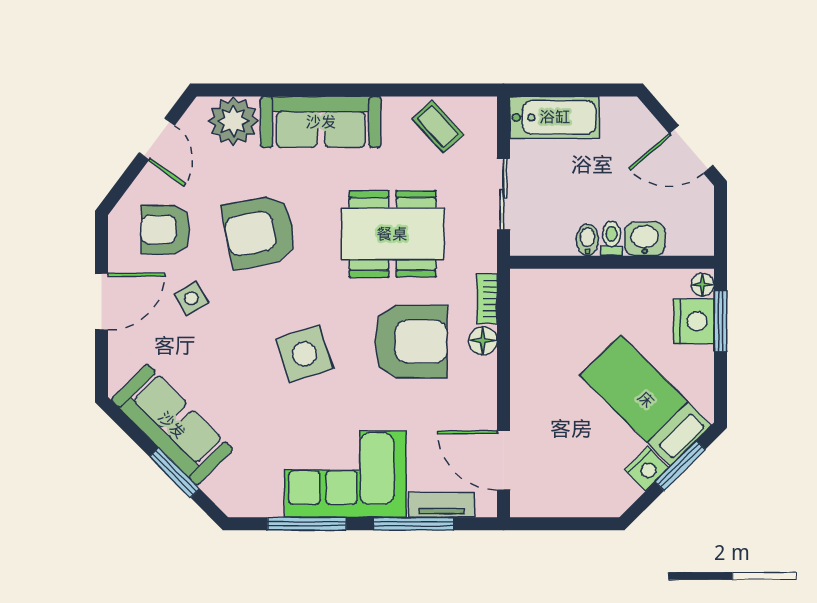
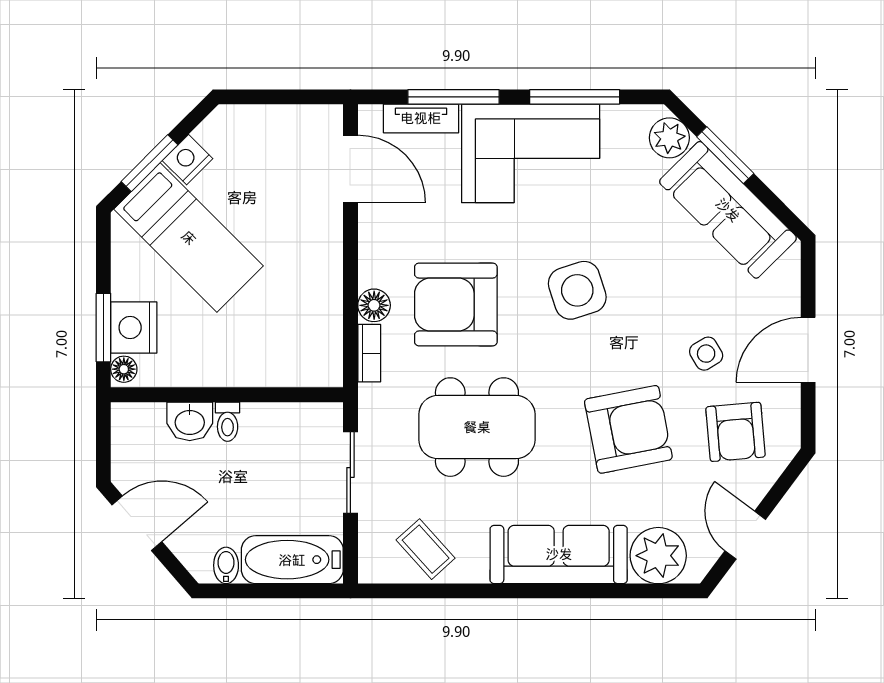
armchair: (165, 230) -> (736, 432), turned 85
bidet: (587, 240) -> (226, 565), moved, turned 180
plant: (223, 488) -> (669, 138), added

